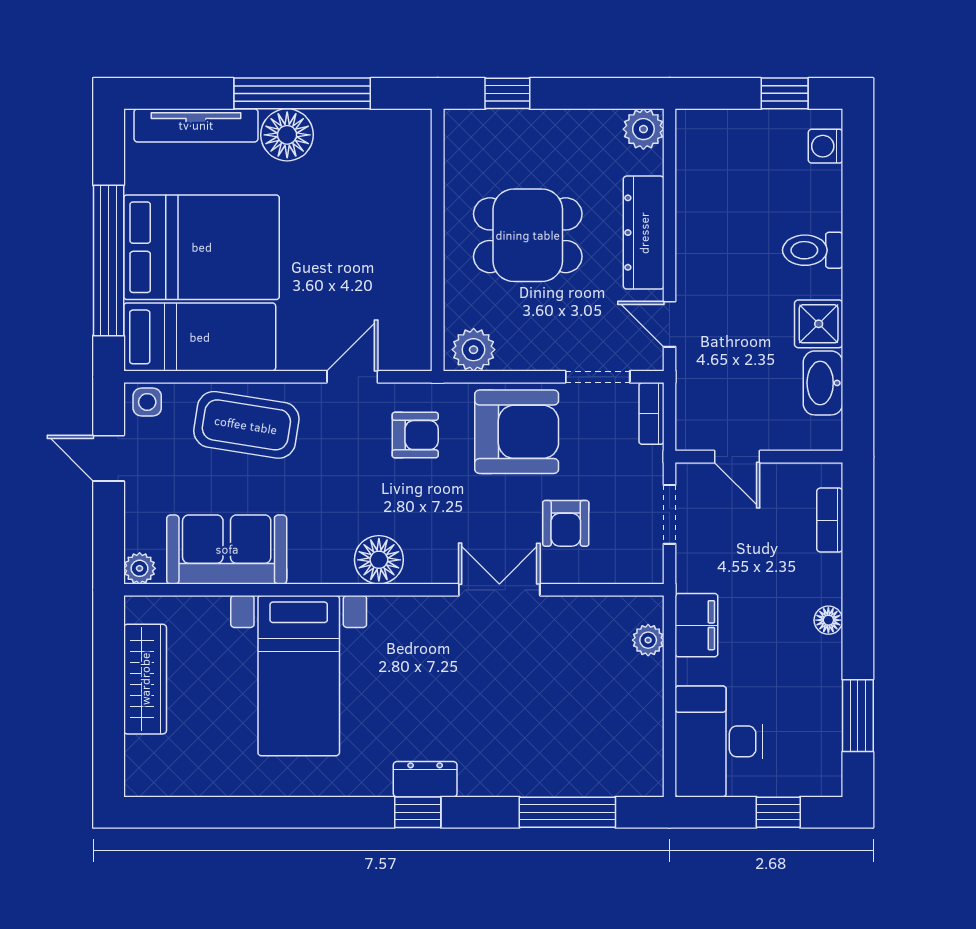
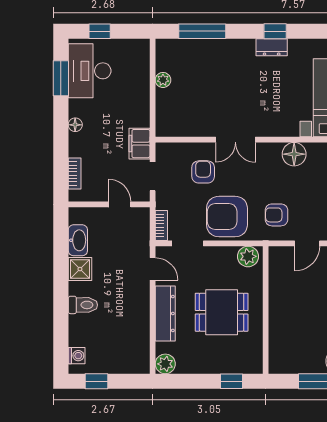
filing cabinet: (696, 625) -> (139, 144), moved
plant: (648, 640) -> (163, 80), moved
desk: (719, 741) -> (90, 71), moved, turned 180

